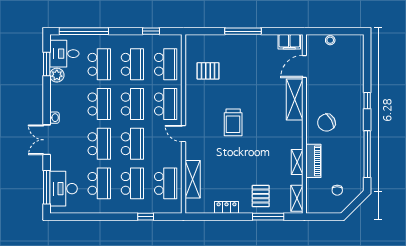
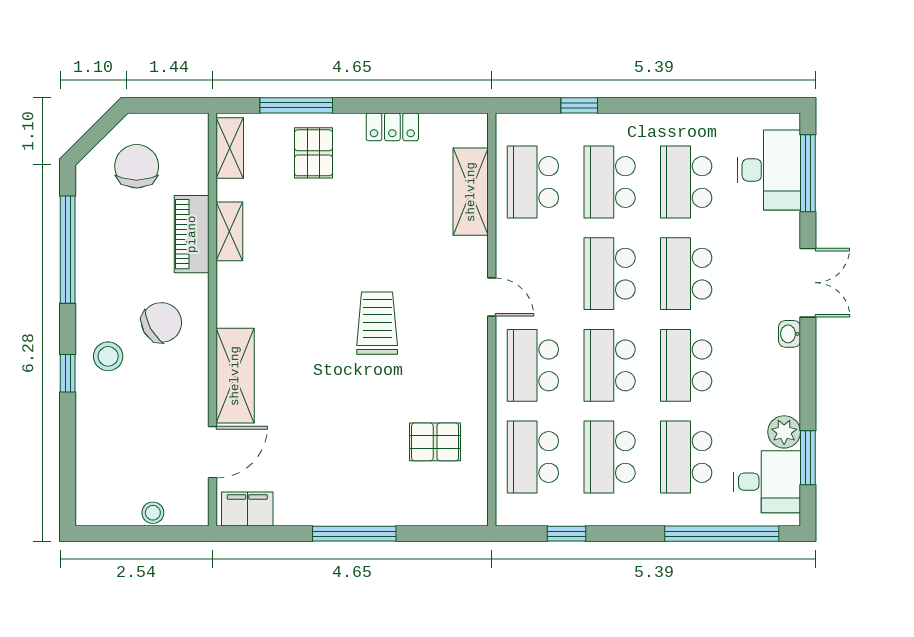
stool: (350, 108) -> (108, 356), added
chair: (337, 190) -> (137, 166), width x1.87, depth x1.87

